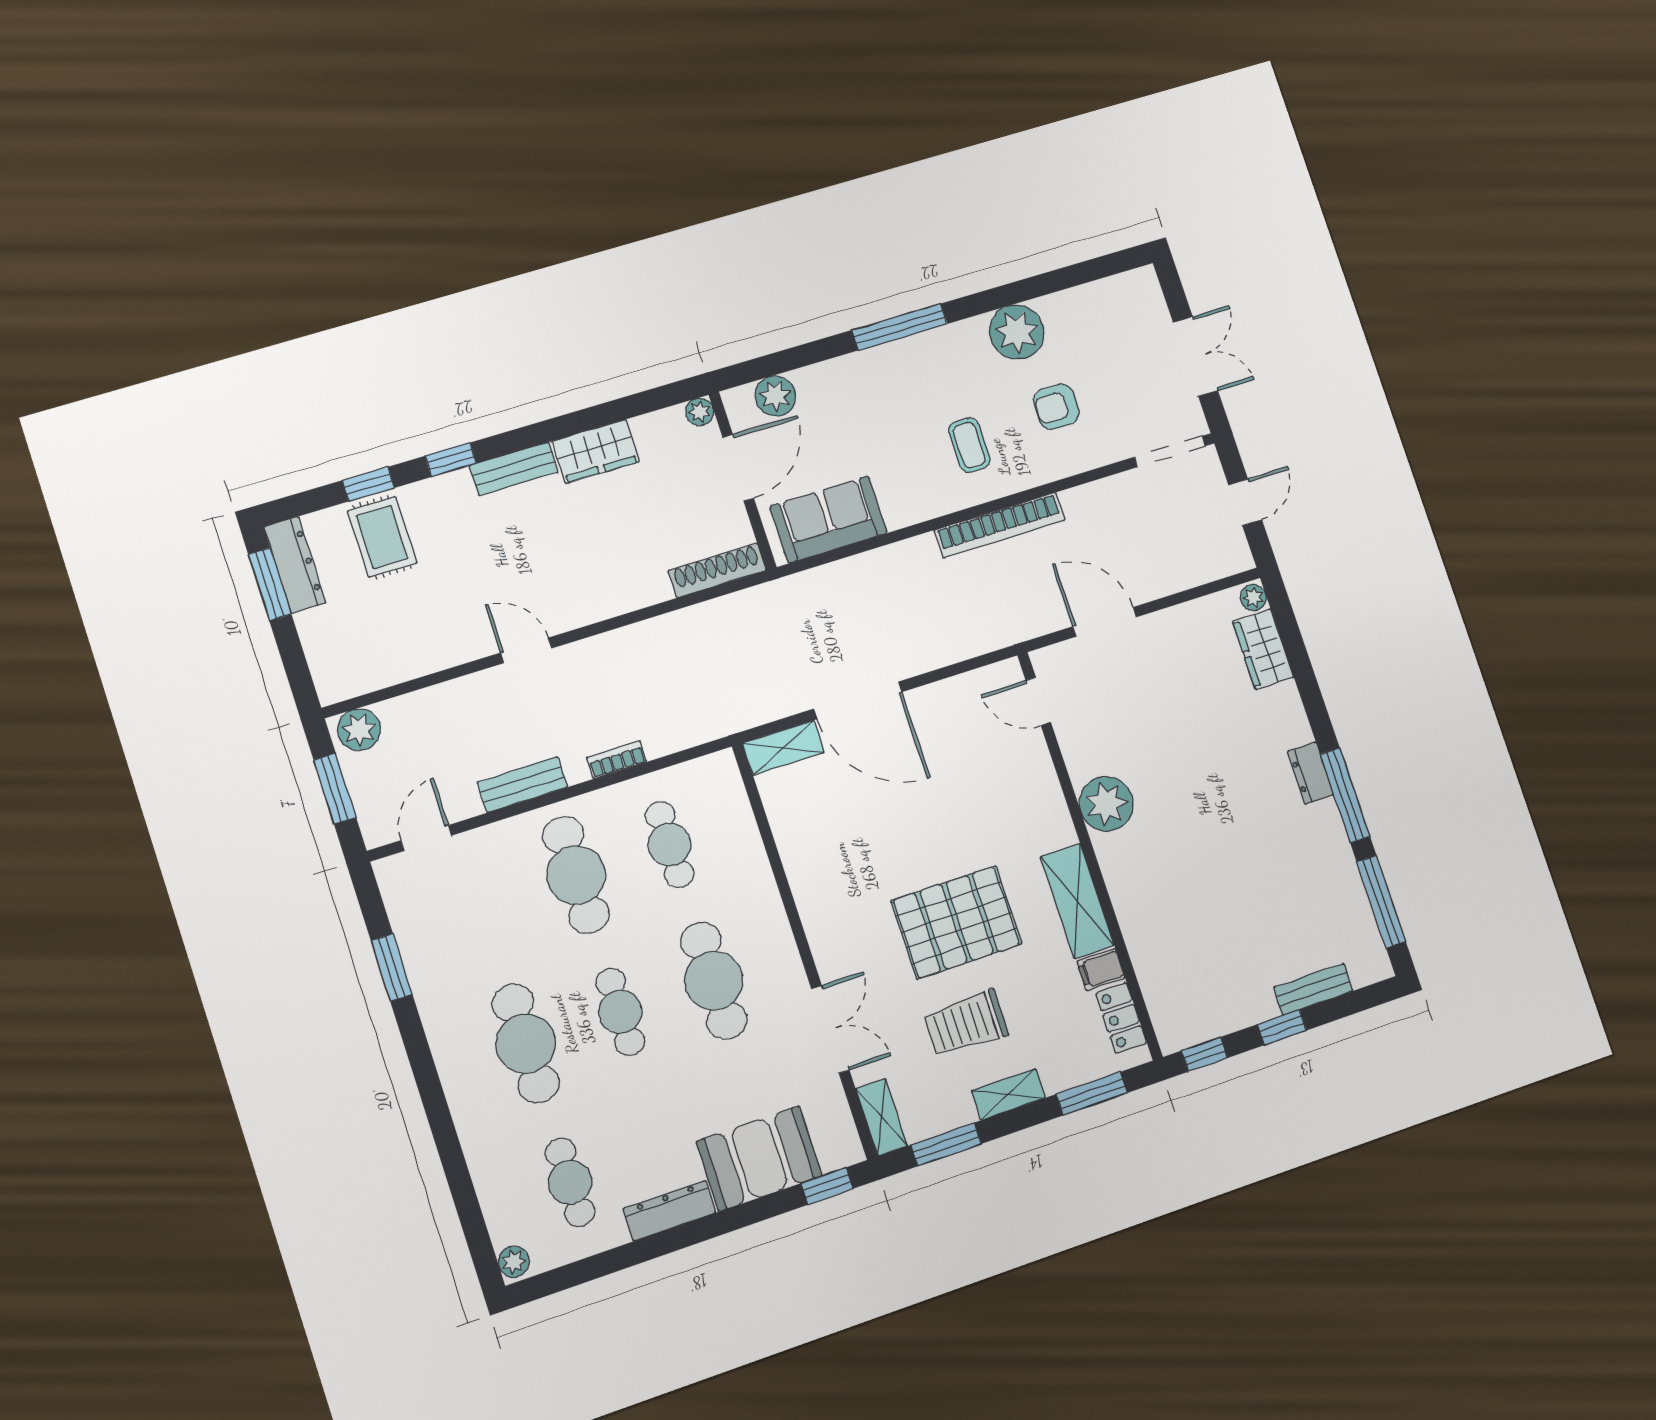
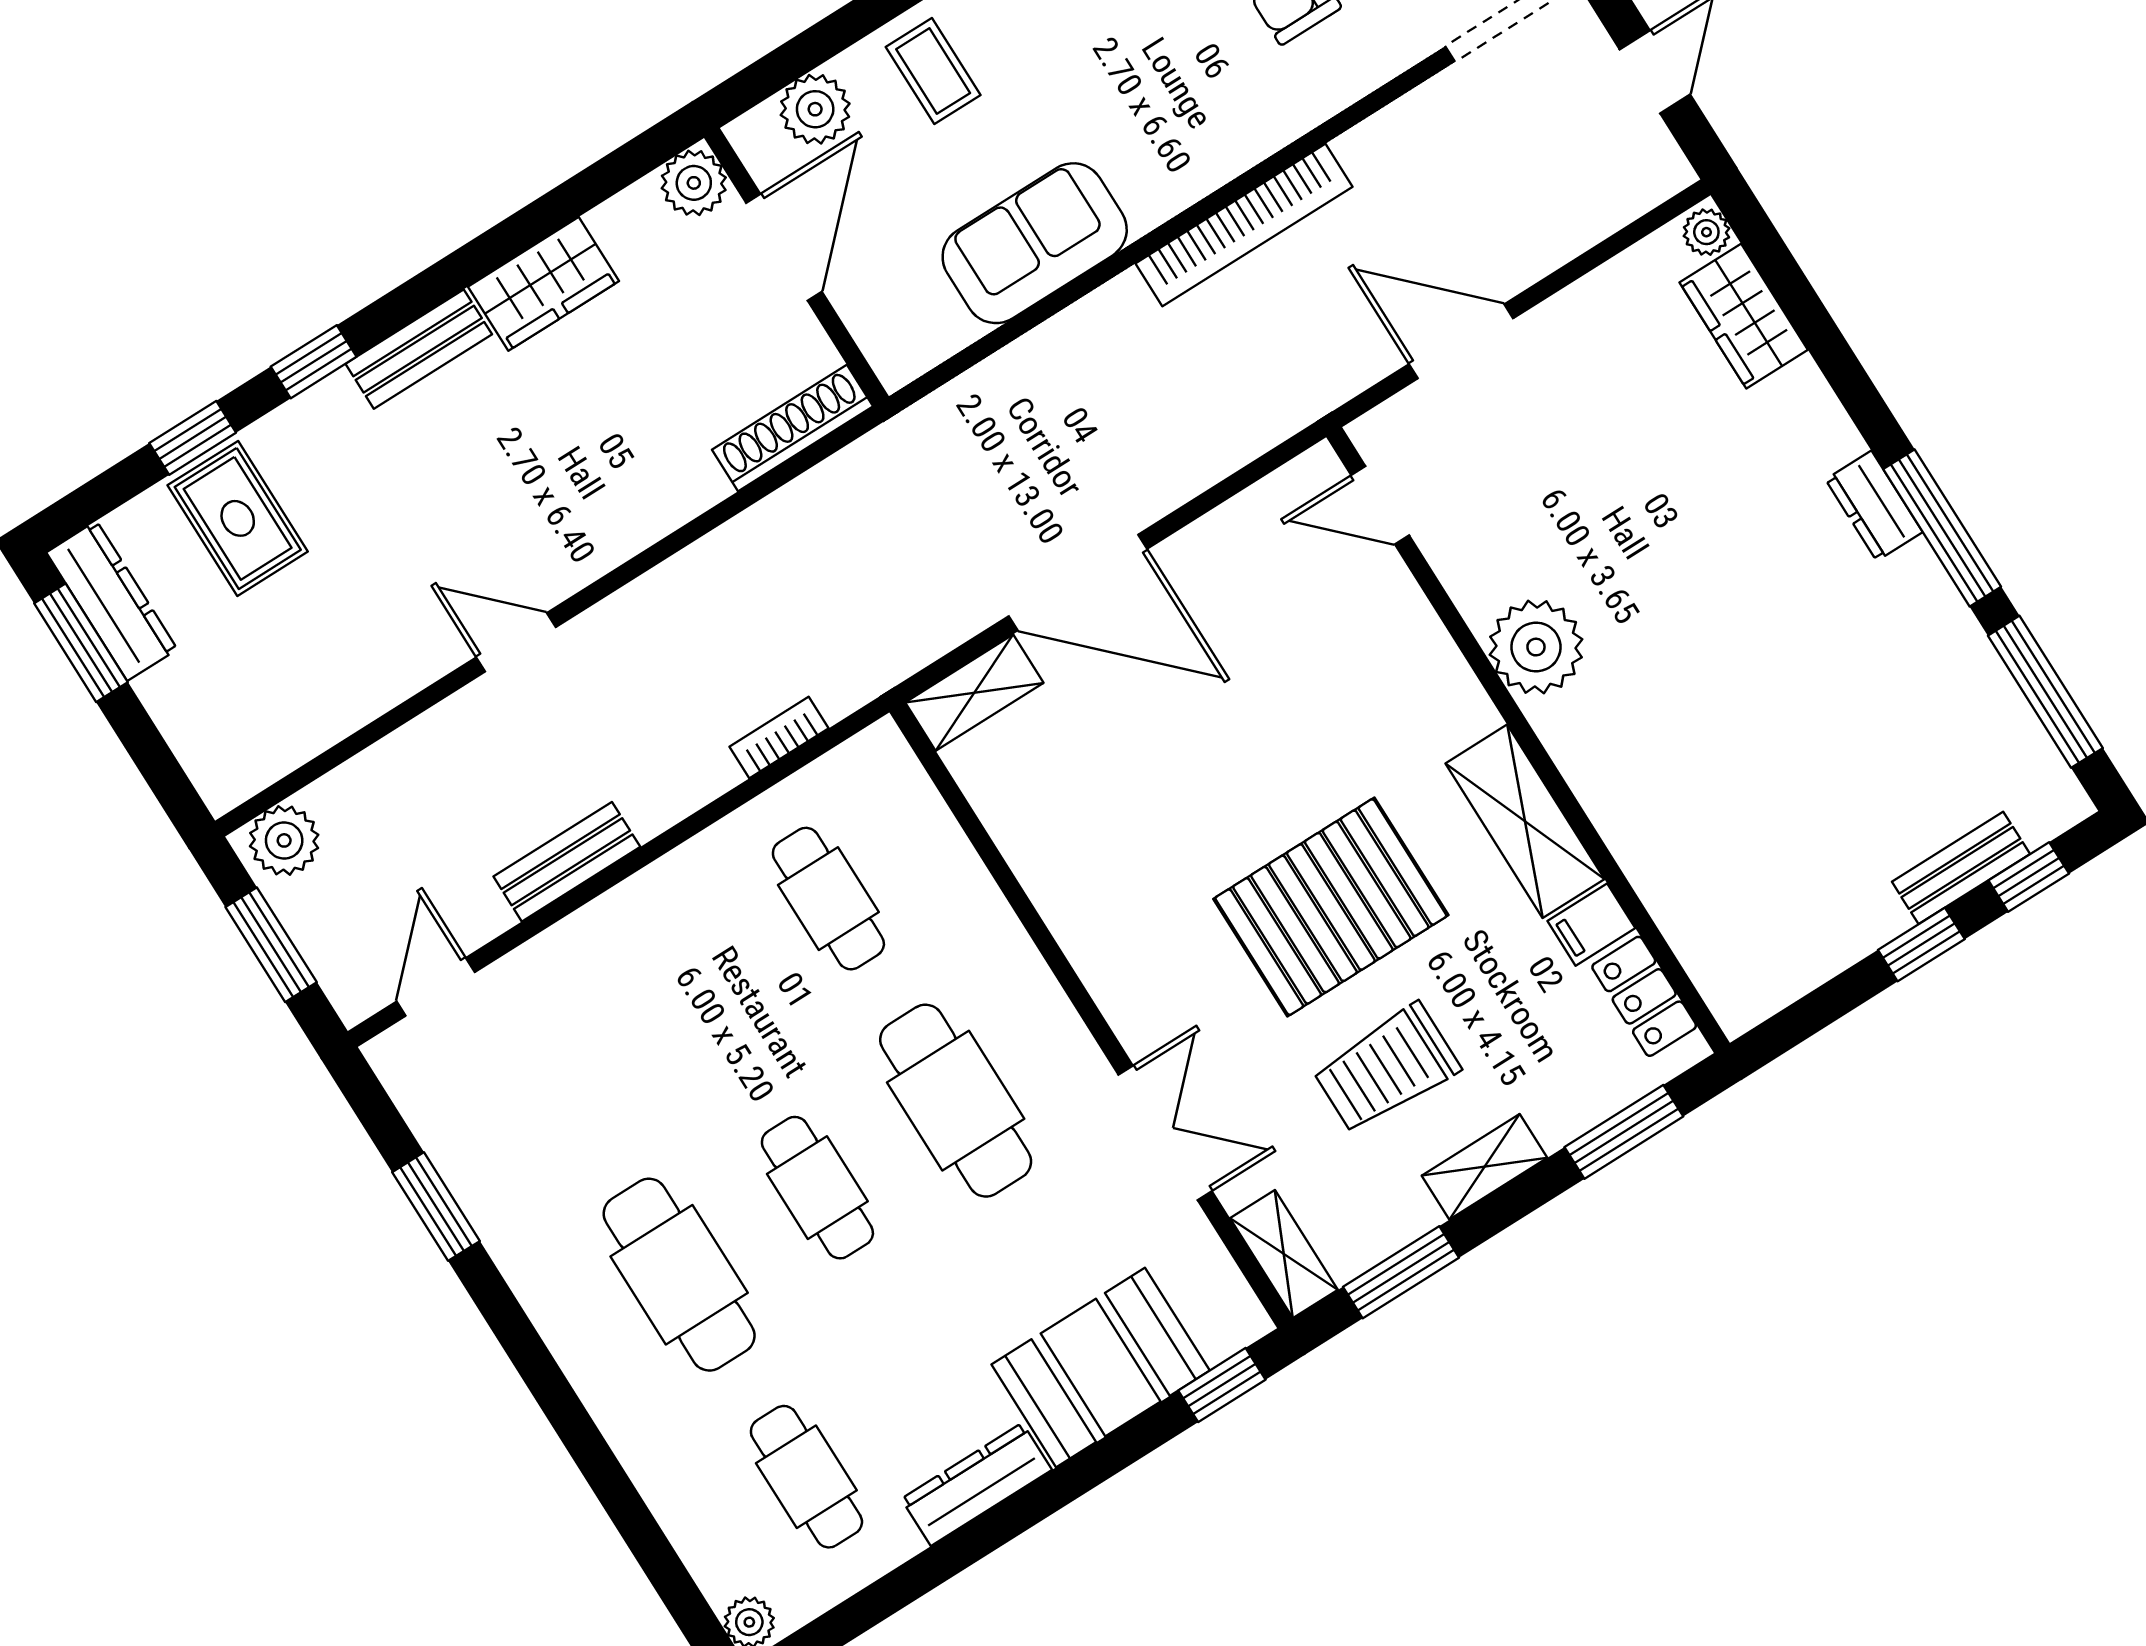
plant: (700, 412) -> (694, 183), width x1.38, depth x1.38
coffee table: (969, 445) -> (933, 71), moved
sofa: (828, 520) -> (1035, 243), moved
bookcase: (617, 760) -> (779, 738), moved
cafe table: (576, 875) -> (690, 986), removed
window: (1204, 1054) -> (2029, 877), moved

